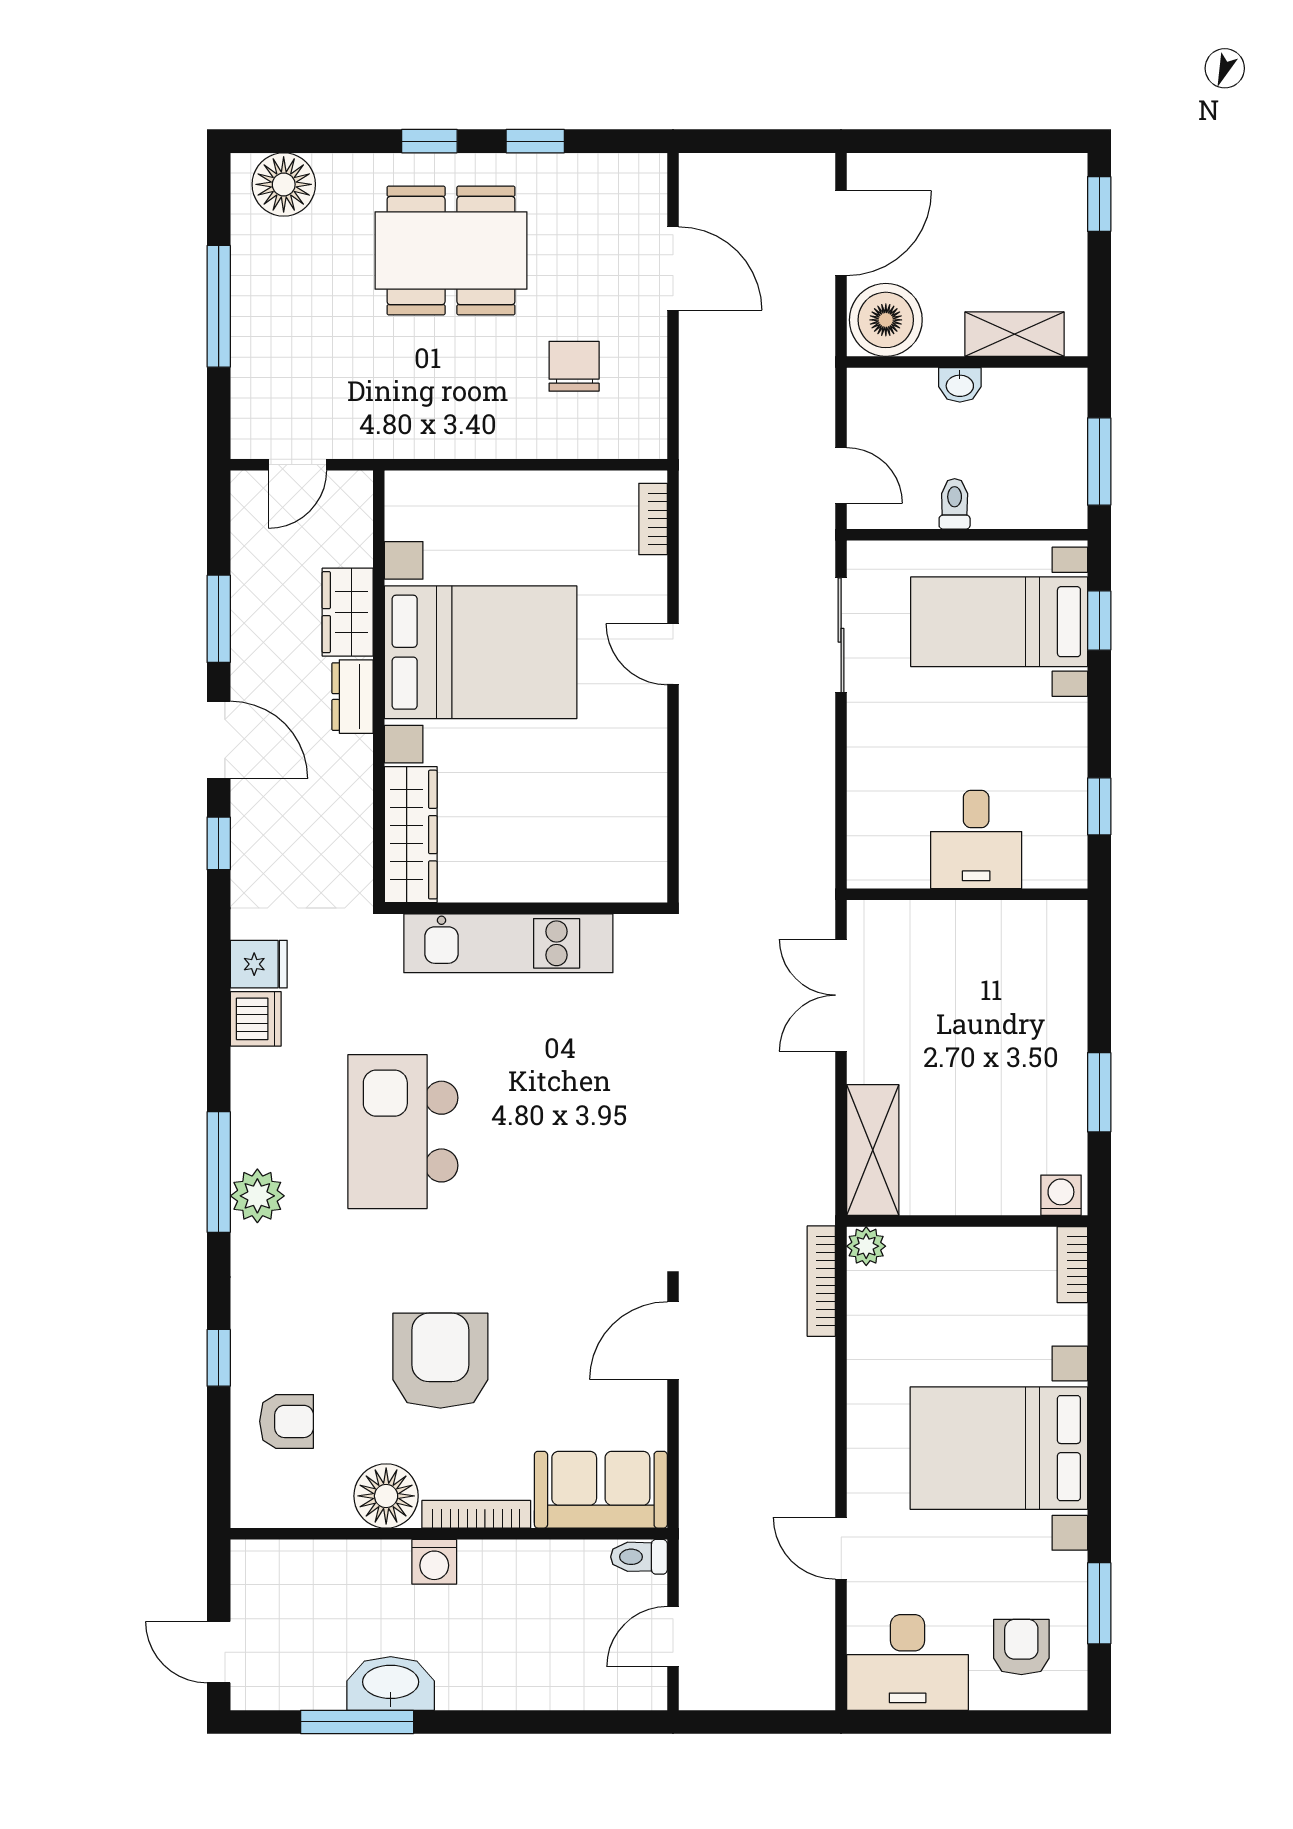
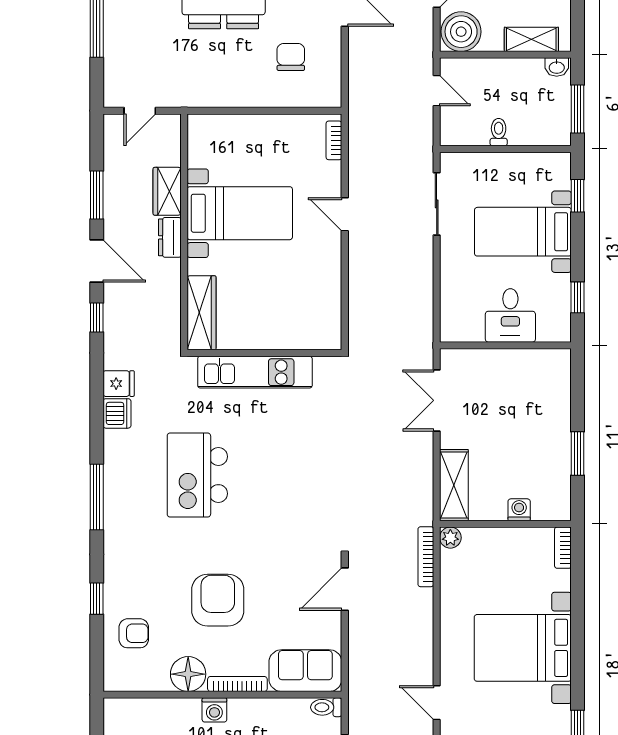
washbasin: (960, 385) -> (557, 67), moved
door: (841, 476) -> (437, 91), moved
bed with nightstands: (999, 622) -> (523, 232), moved
bed with nightstands: (481, 652) -> (240, 213), width x0.73
washing machine: (1061, 1195) -> (519, 510), moved
plant: (257, 1196) -> (118, 510), removed

